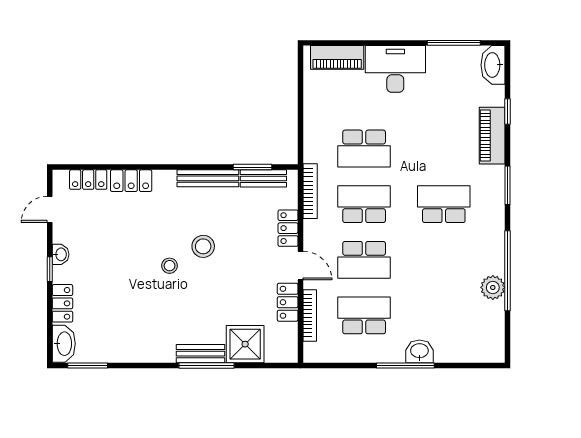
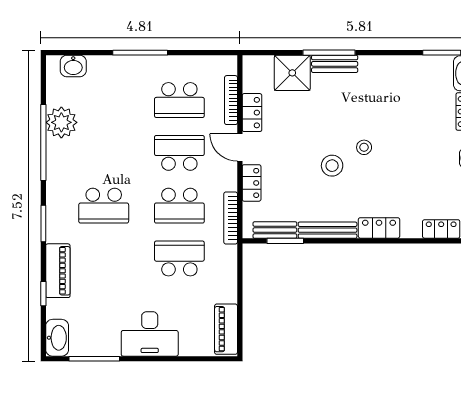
piano: (337, 57) -> (226, 329), moved, turned -90
locker: (131, 181) -> (379, 228), moved
plant: (493, 287) -> (61, 122), width x1.36, depth x1.36
washbasin: (419, 351) -> (73, 66), moved

